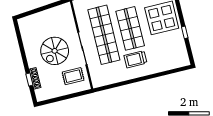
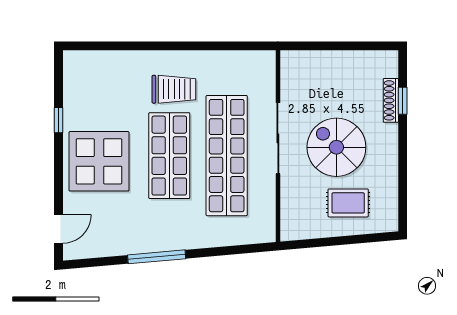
spiral stairs: (55, 51) -> (336, 147), turned -90
rug: (73, 76) -> (348, 203), moved

